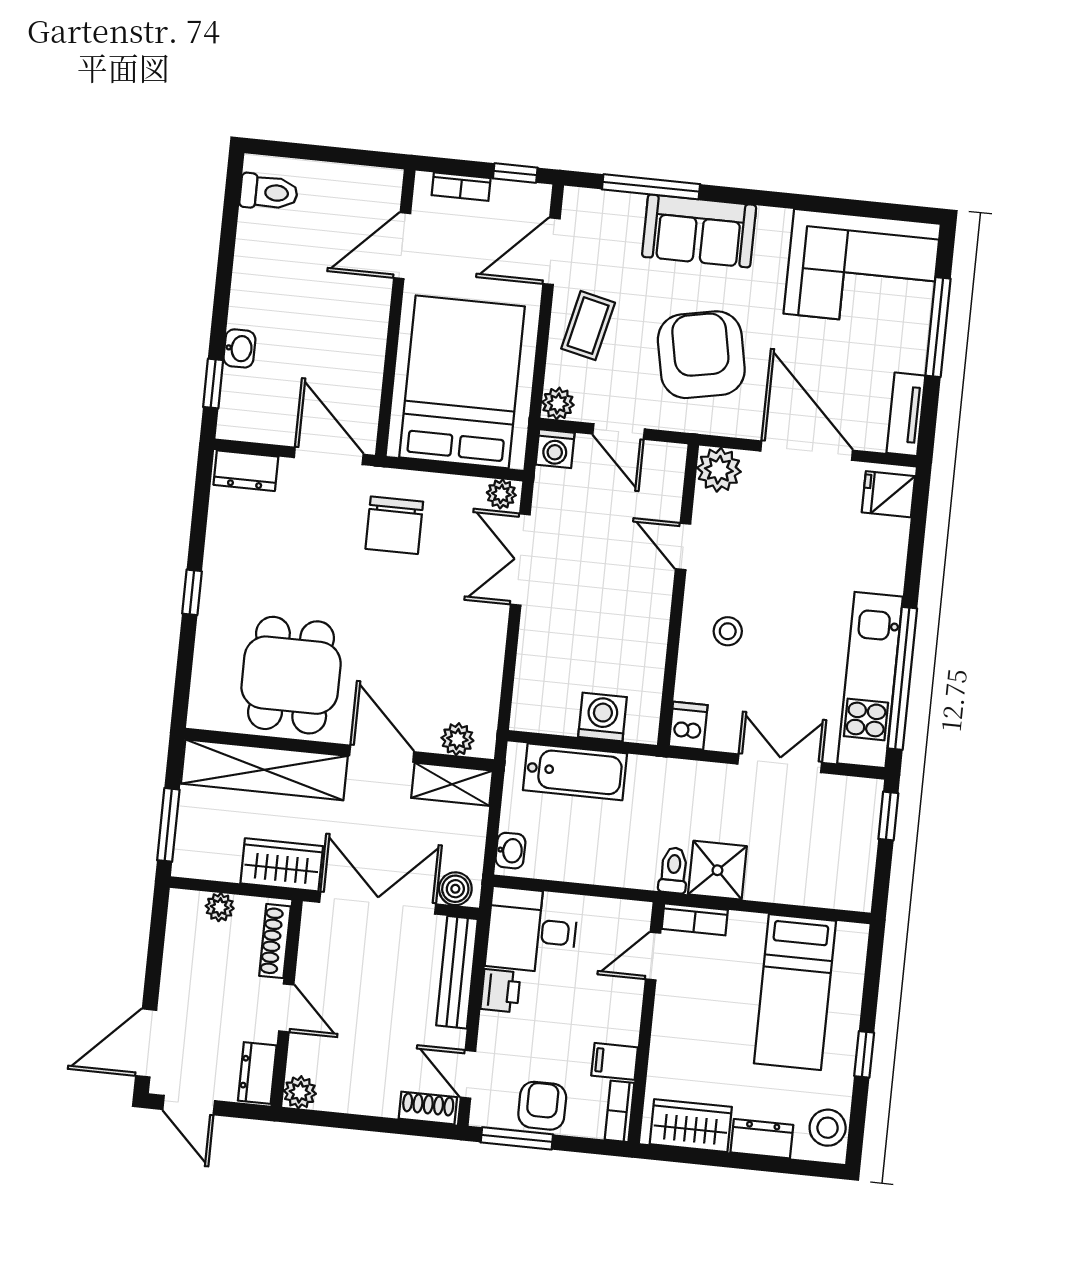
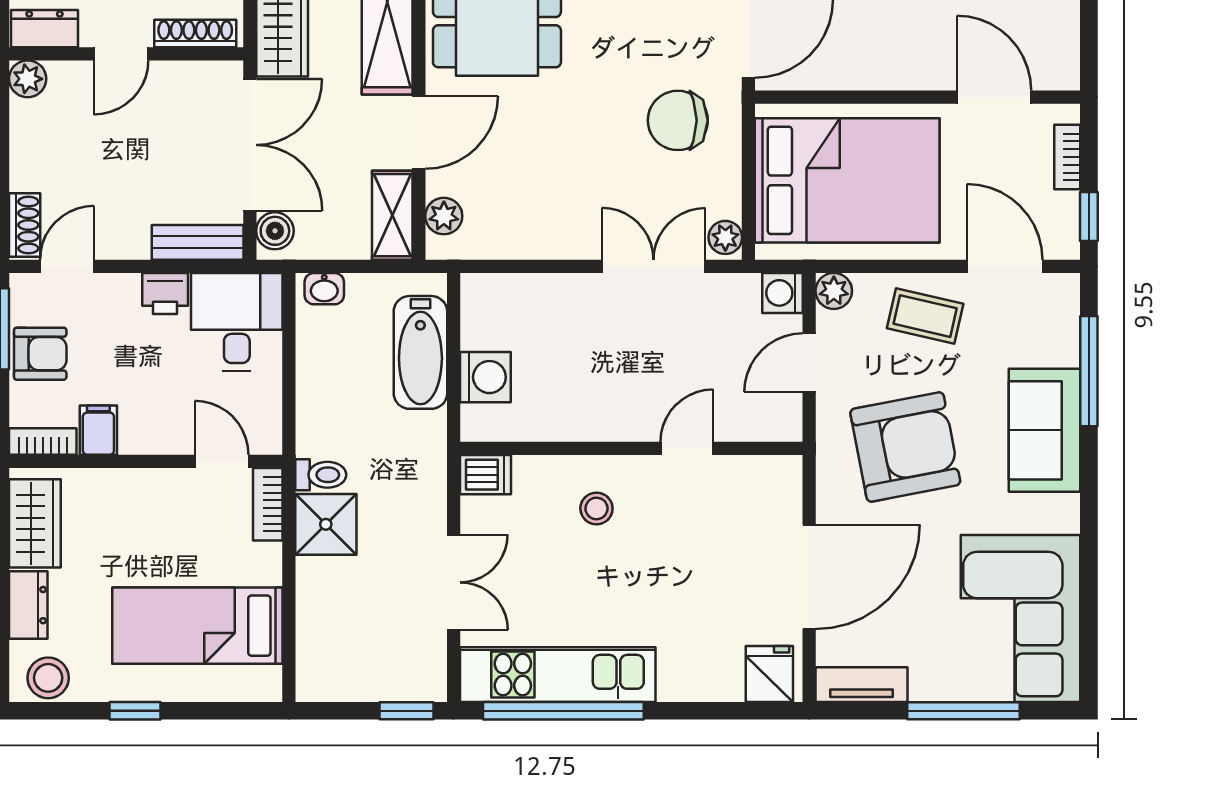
plant: (719, 470) -> (778, 480), removed
bench: (457, 972) -> (198, 242), width x0.73

